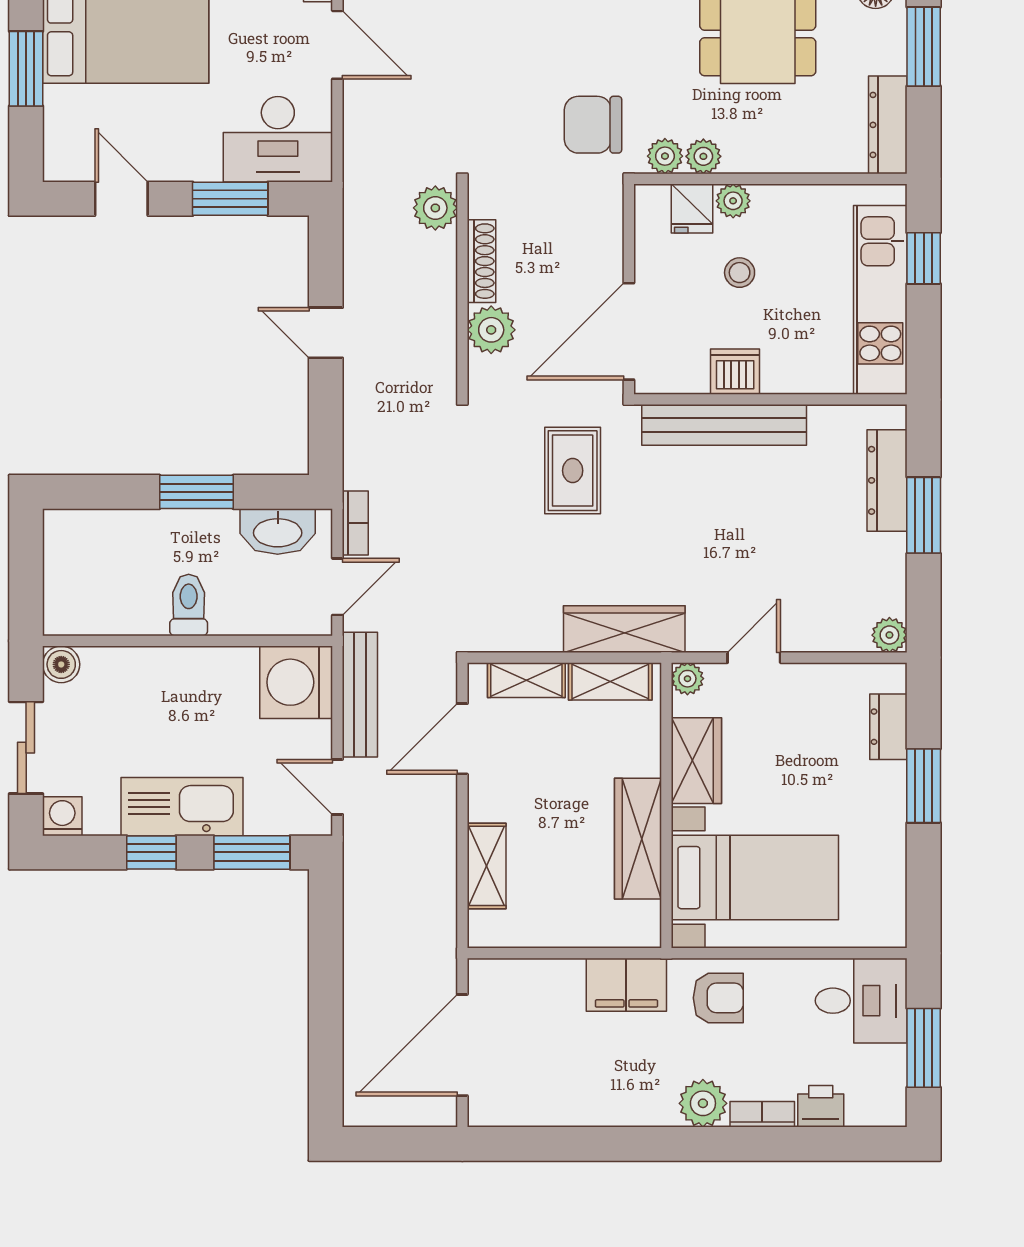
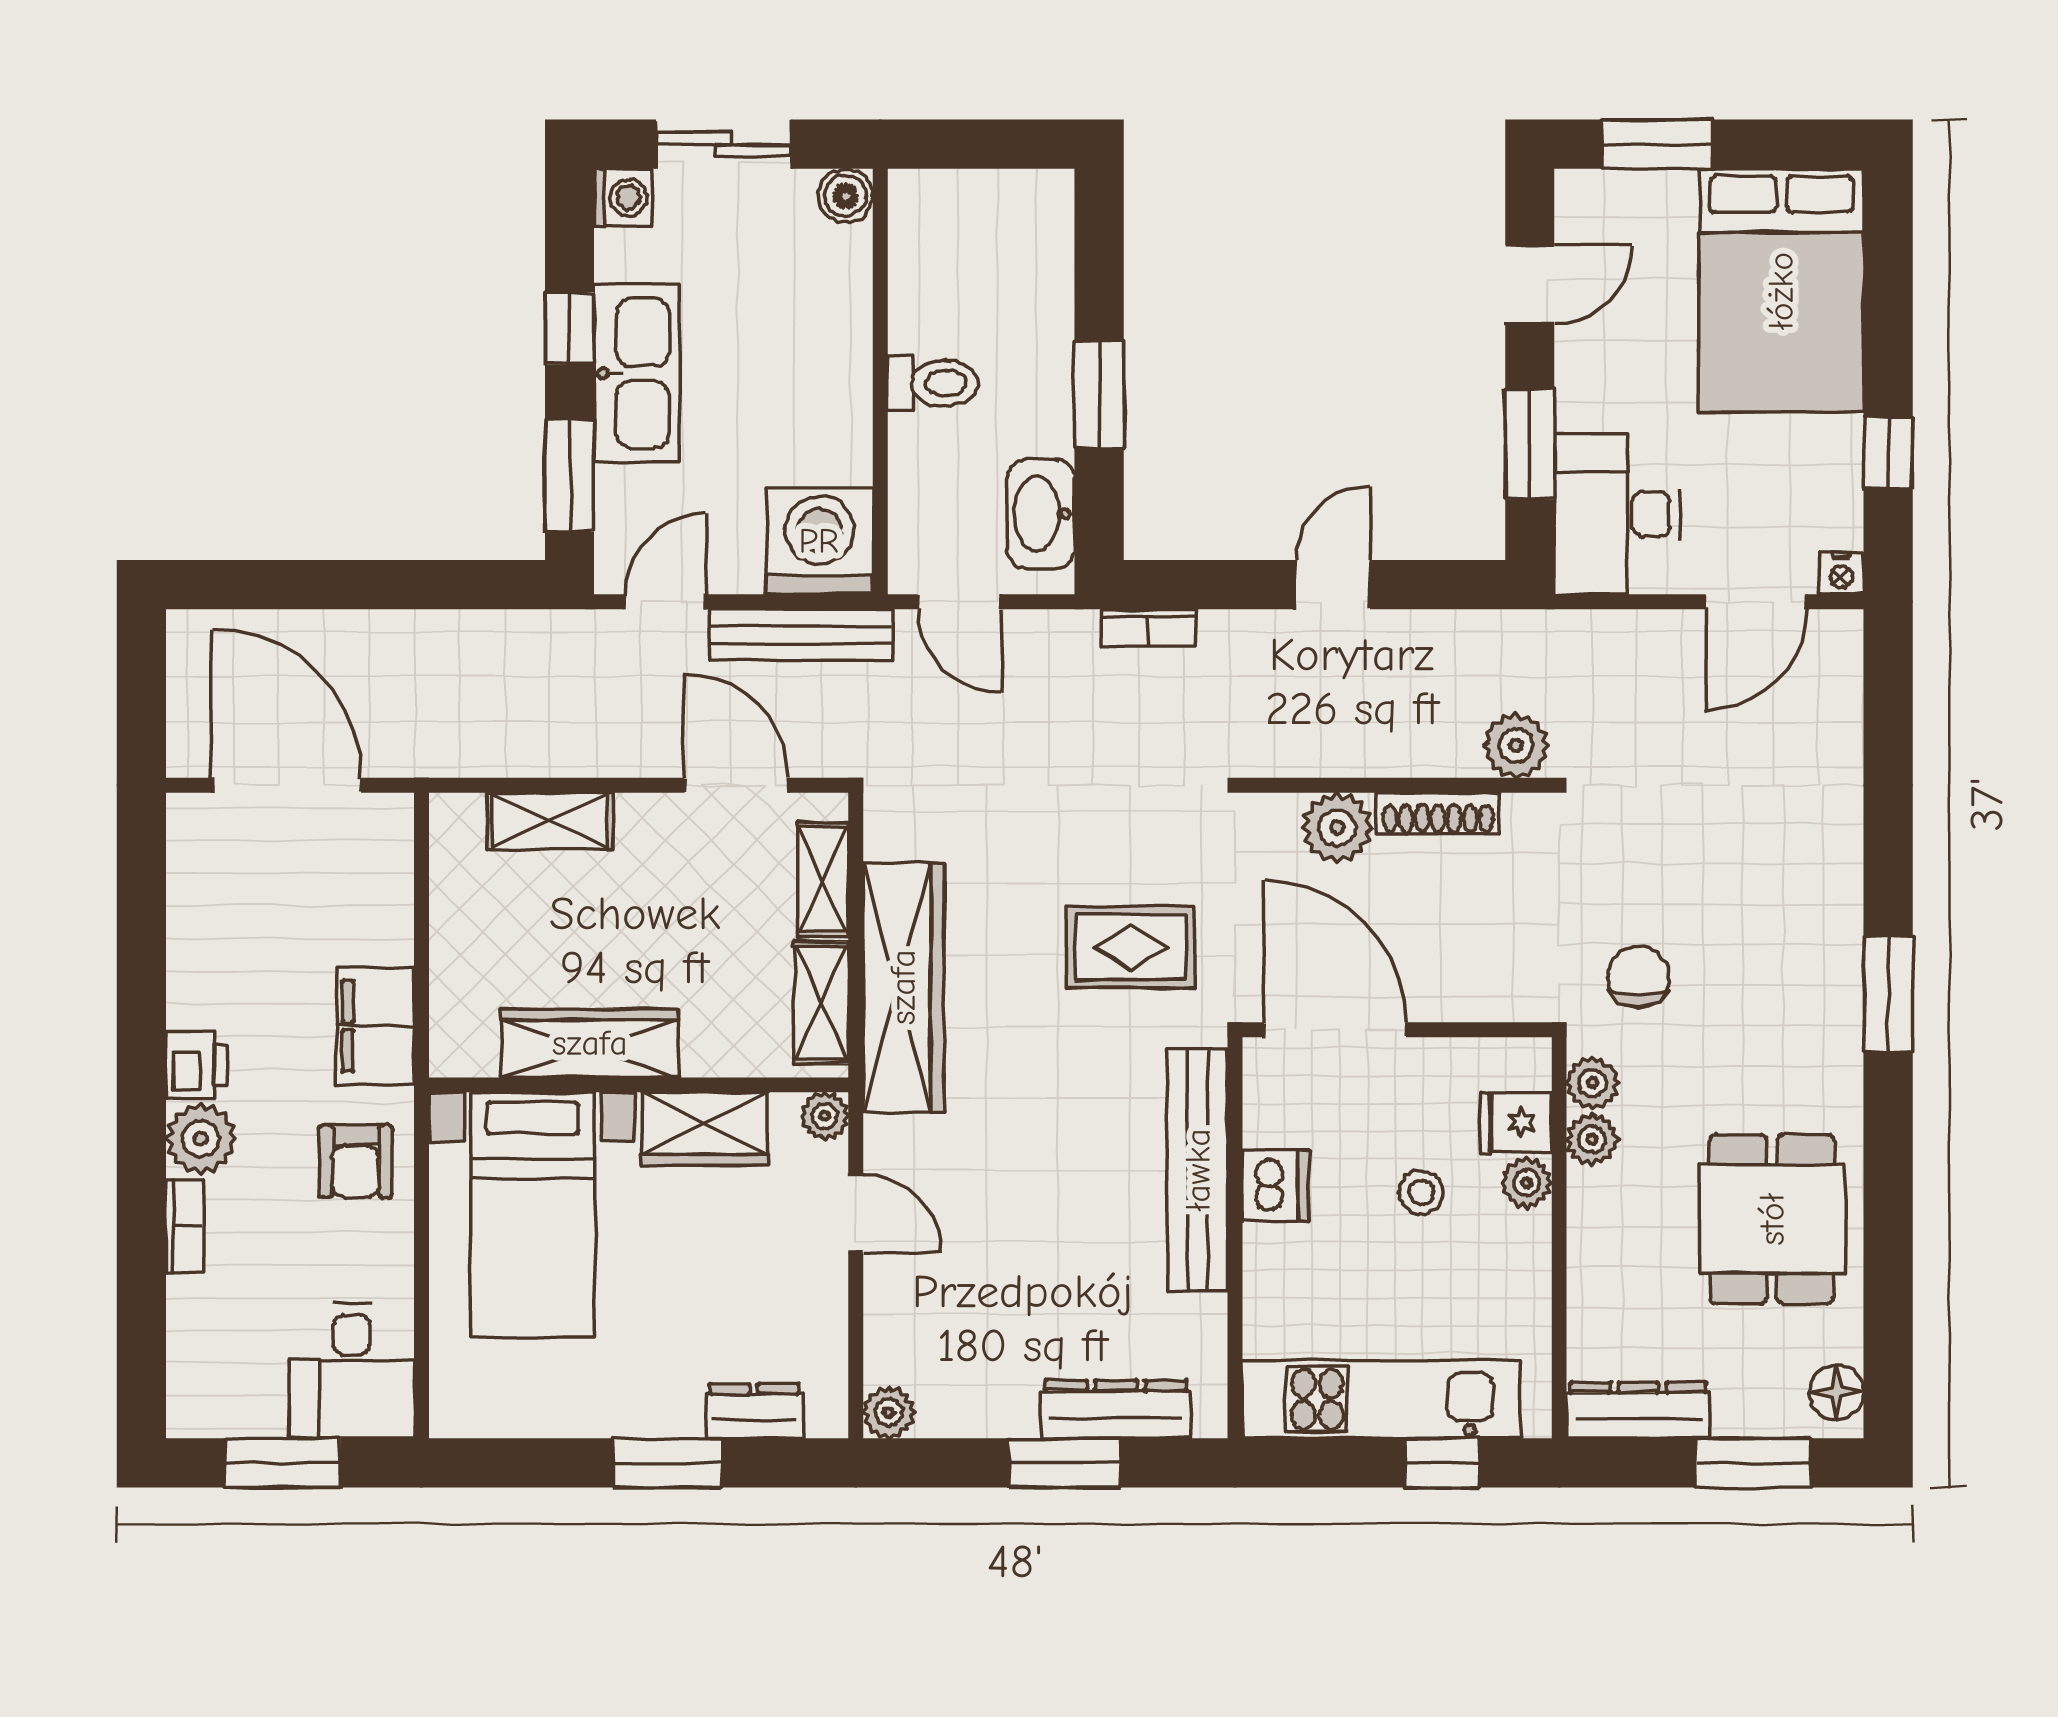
window: (26, 69) -> (1657, 144), moved
chair: (593, 125) -> (1639, 977), width x0.73, depth x0.73
bookcase: (355, 523) -> (1149, 628), moved
wardrobe: (624, 629) -> (903, 987), width x1.40, depth x1.17
printer: (821, 1106) -> (196, 1065), moved

